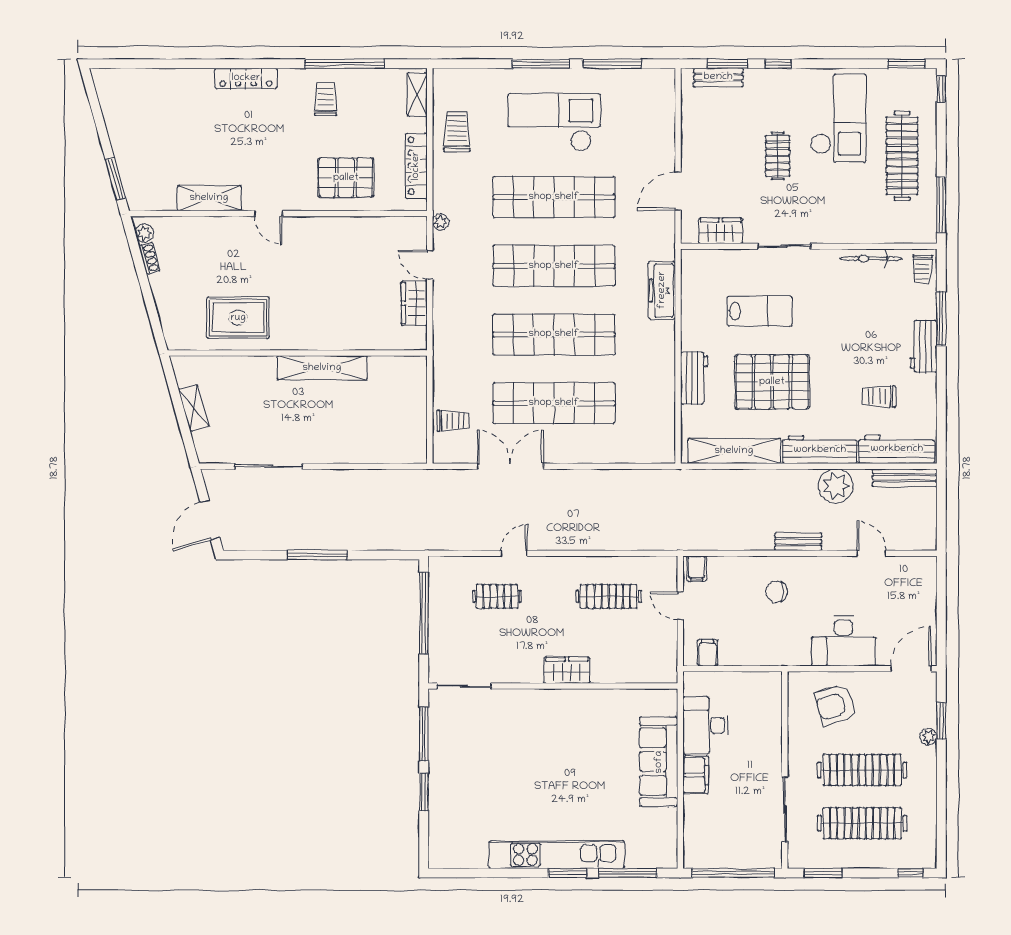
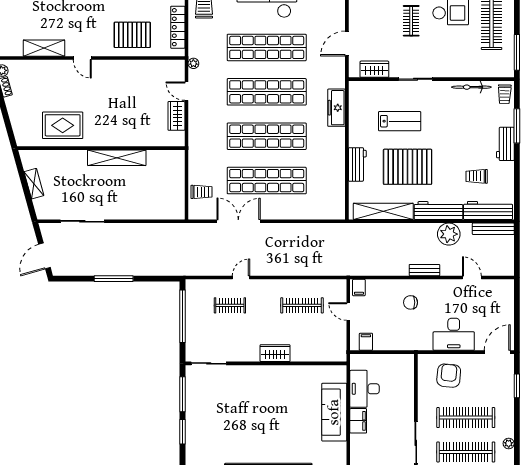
armchair: (836, 705) -> (449, 376), turned 112
plant: (928, 737) -> (509, 443), moved

